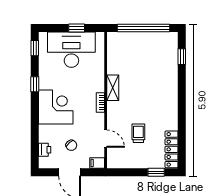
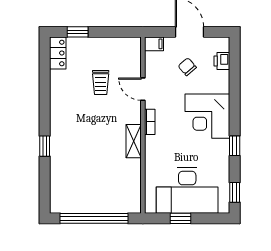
window: (182, 57) -> (45, 146), moved
door: (106, 139) -> (143, 89), moved
locker: (172, 149) -> (58, 53), width x0.66

